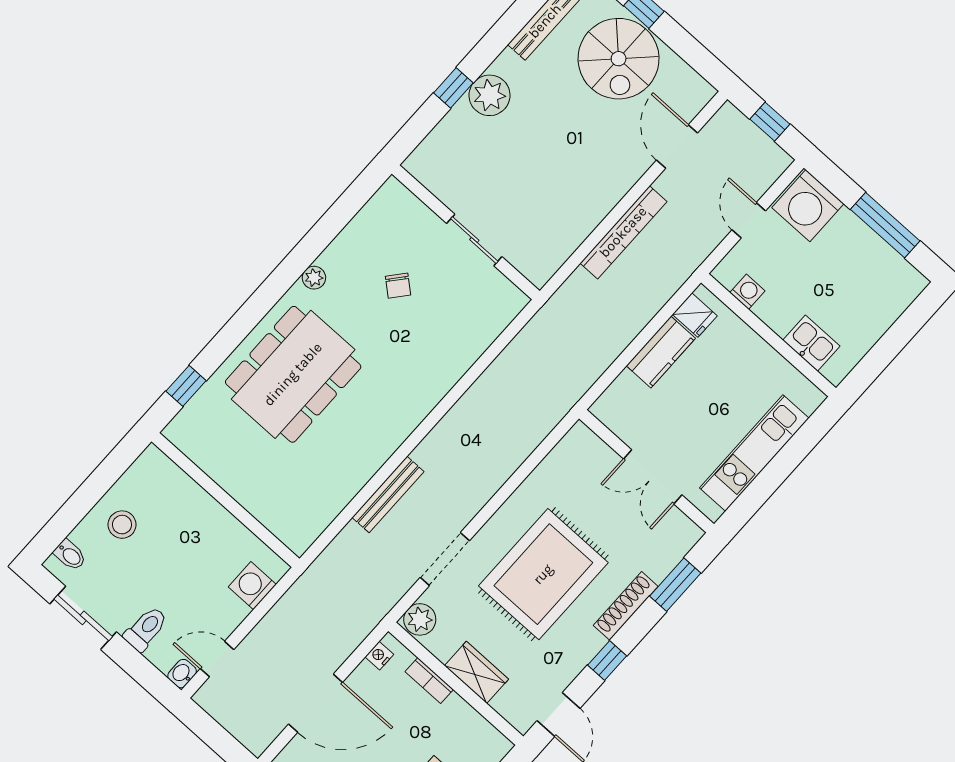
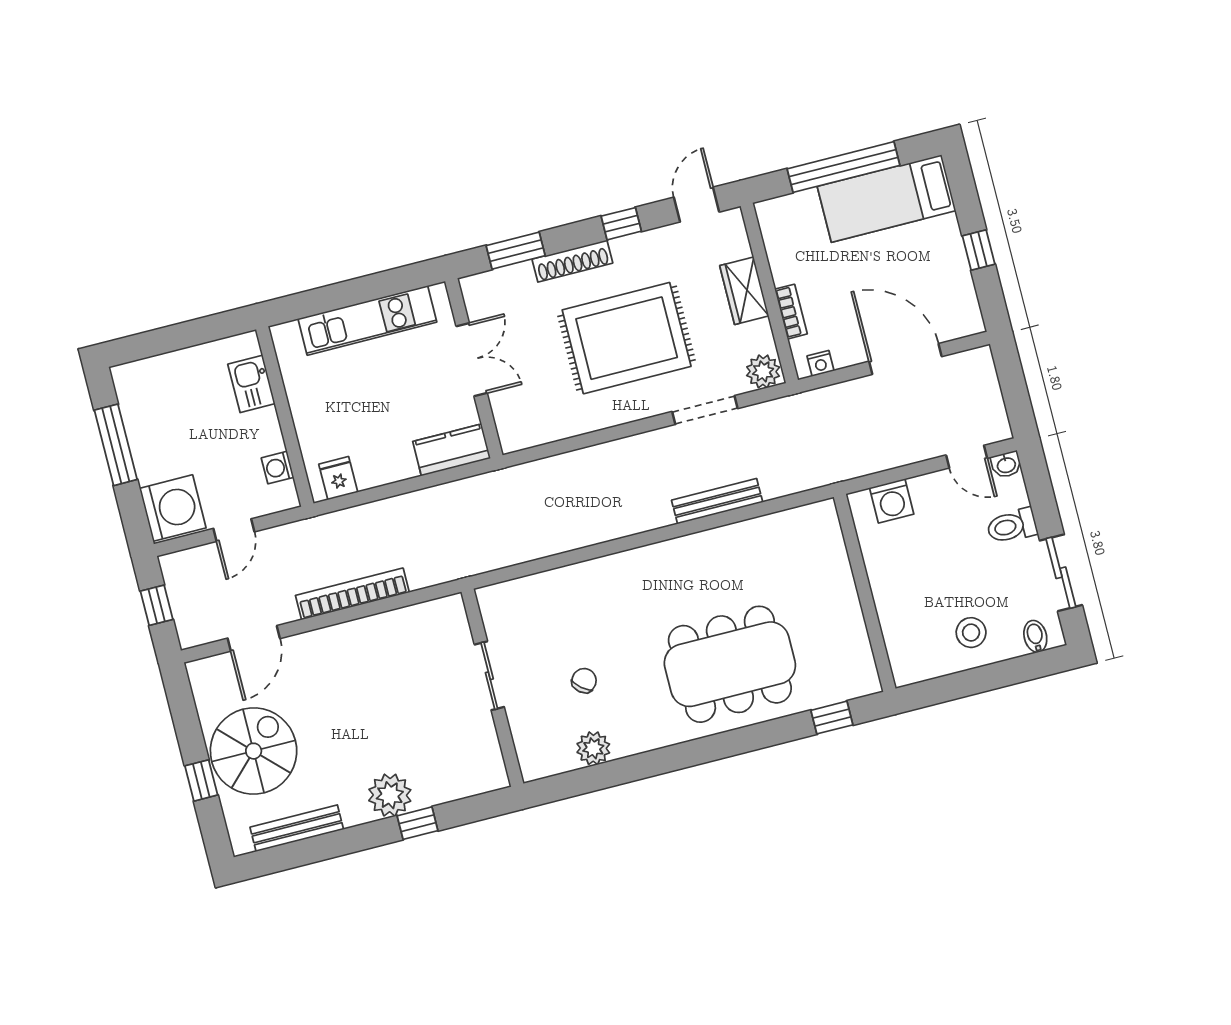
plant: (314, 278) -> (593, 748), moved, width x1.38, depth x1.38
kitchen counter: (661, 352) -> (452, 450), moved

